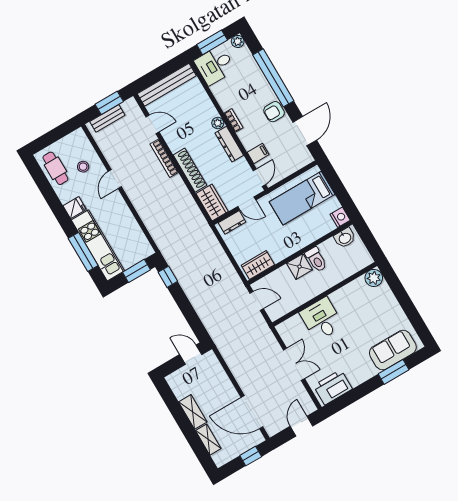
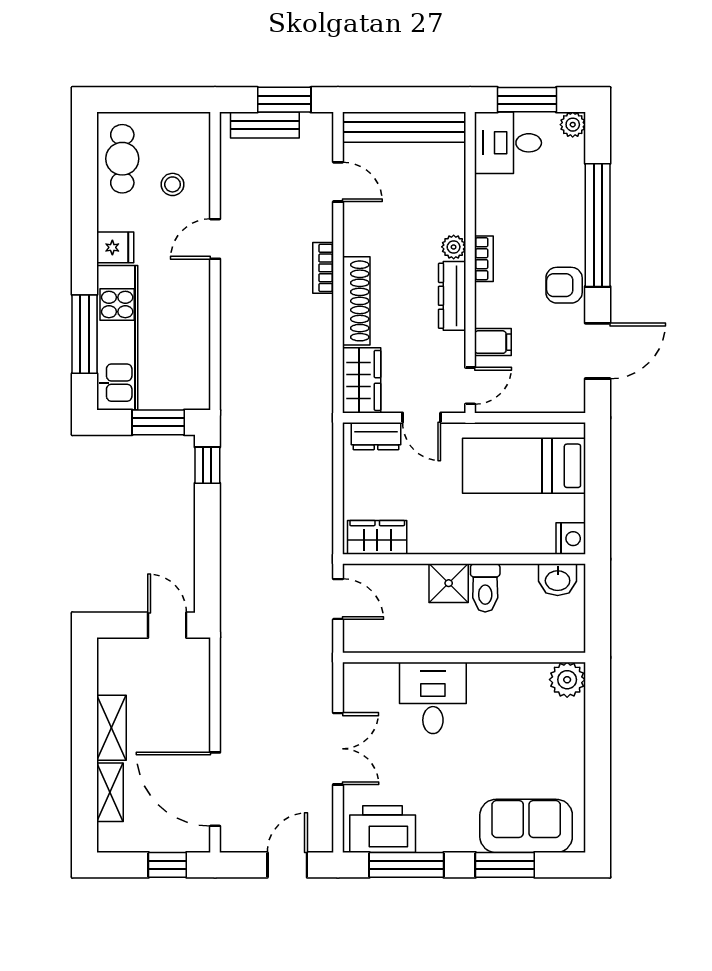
bookcase: (164, 158) -> (323, 268), width x0.64
window: (352, 396) -> (406, 865), added

